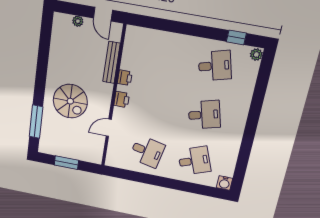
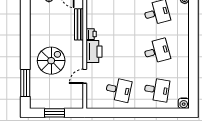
printer: (122, 99) -> (94, 52), width x1.87, depth x1.48
spiral stairs: (70, 101) -> (51, 61), turned -90
desk: (194, 161) -> (157, 90), turned 30

